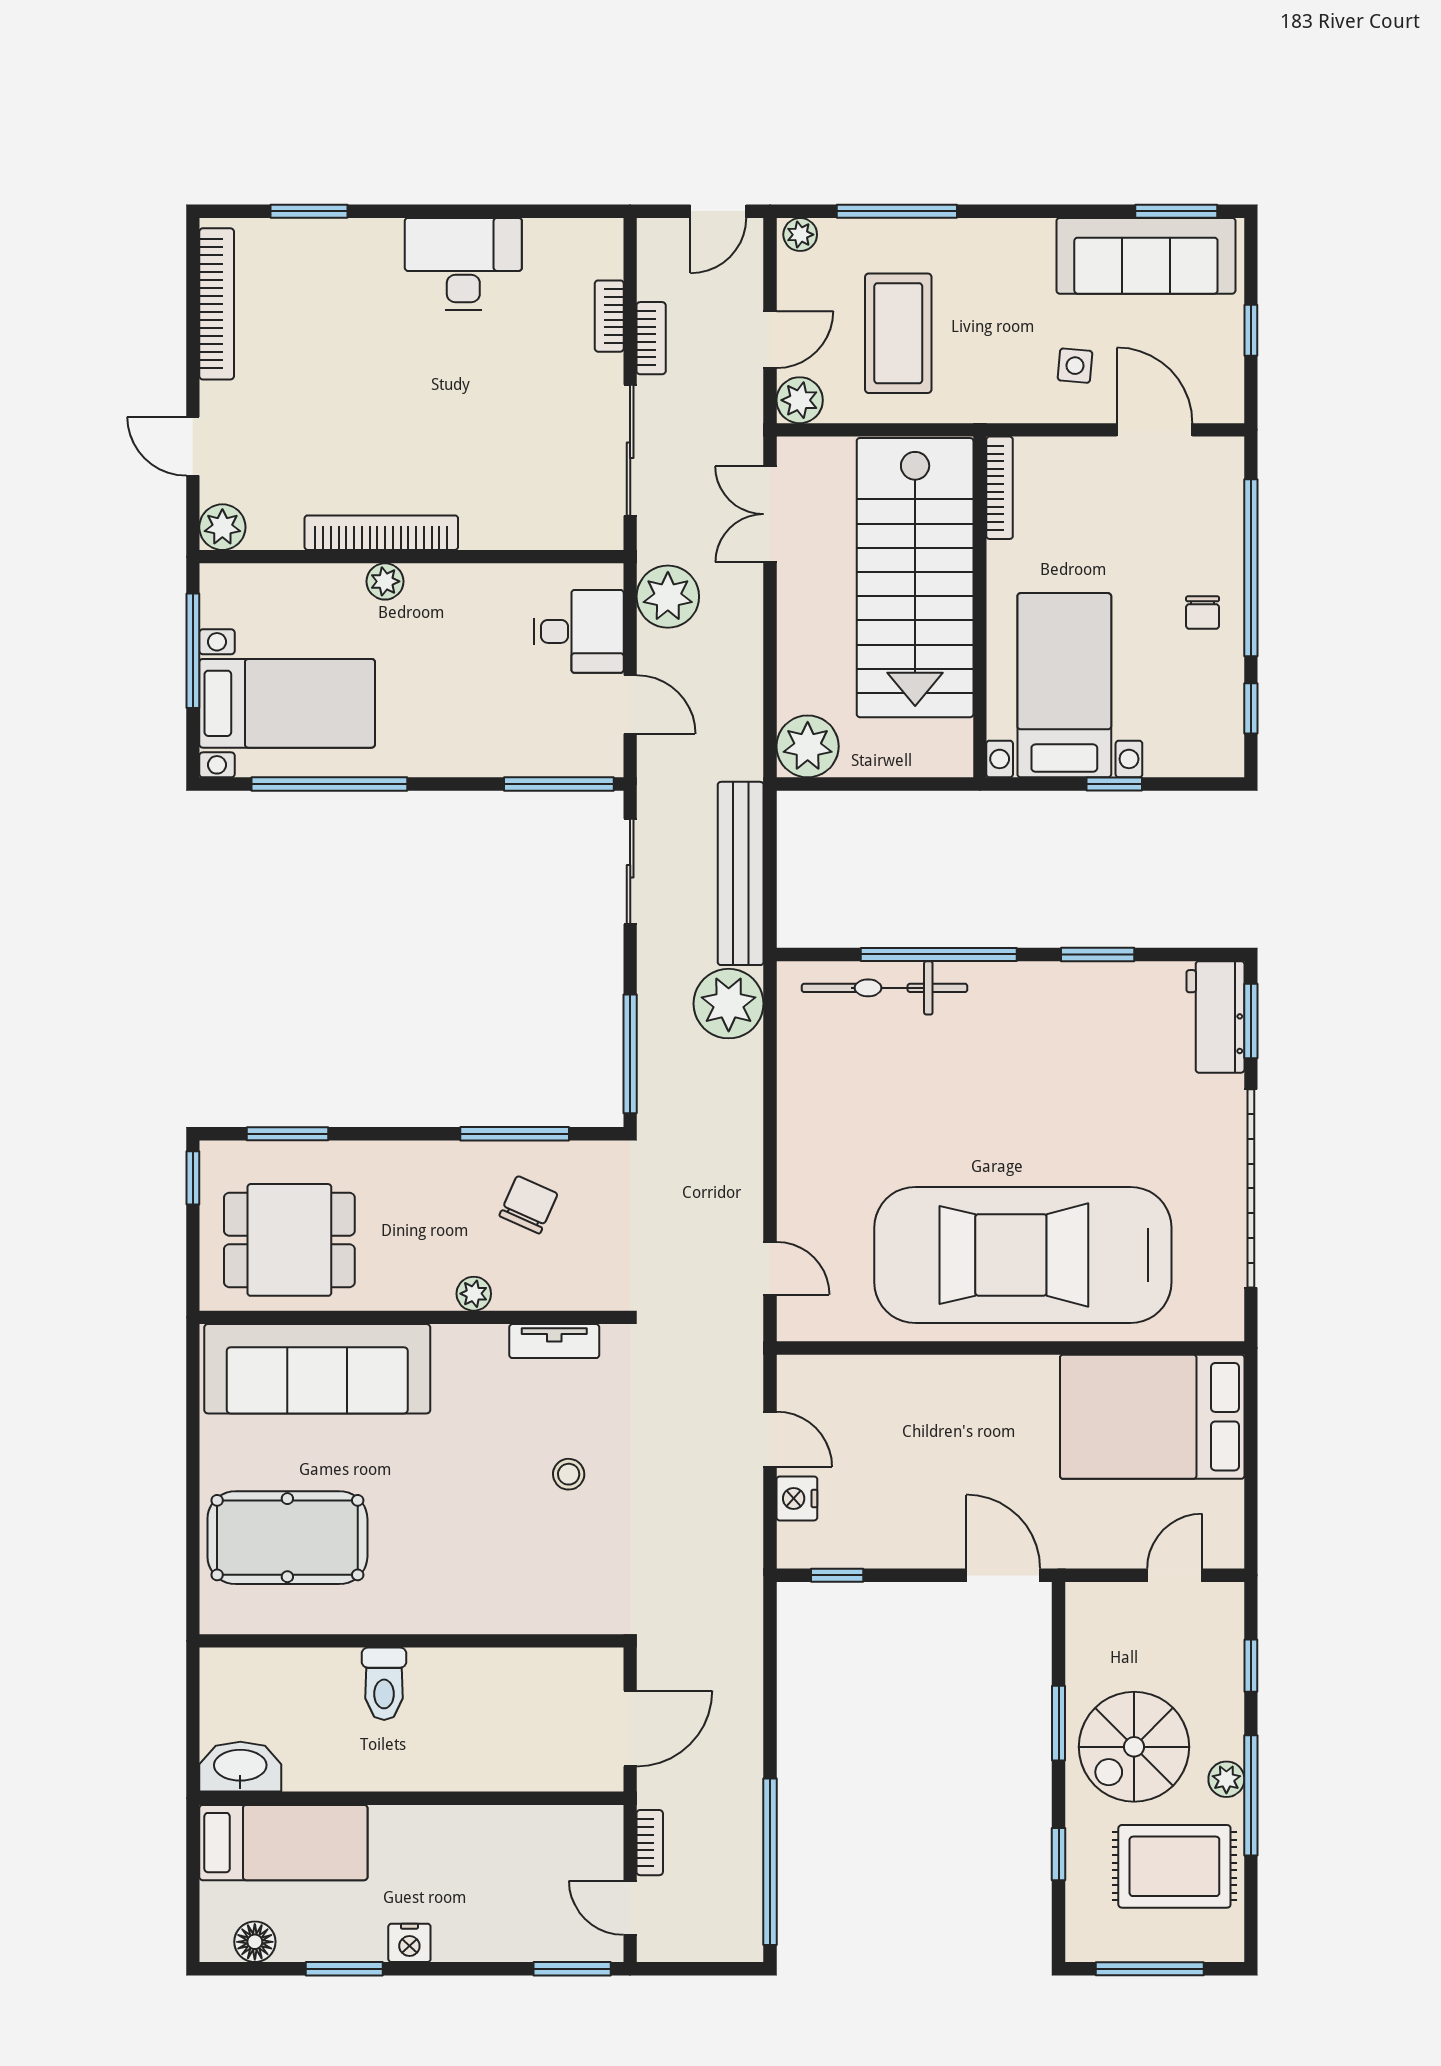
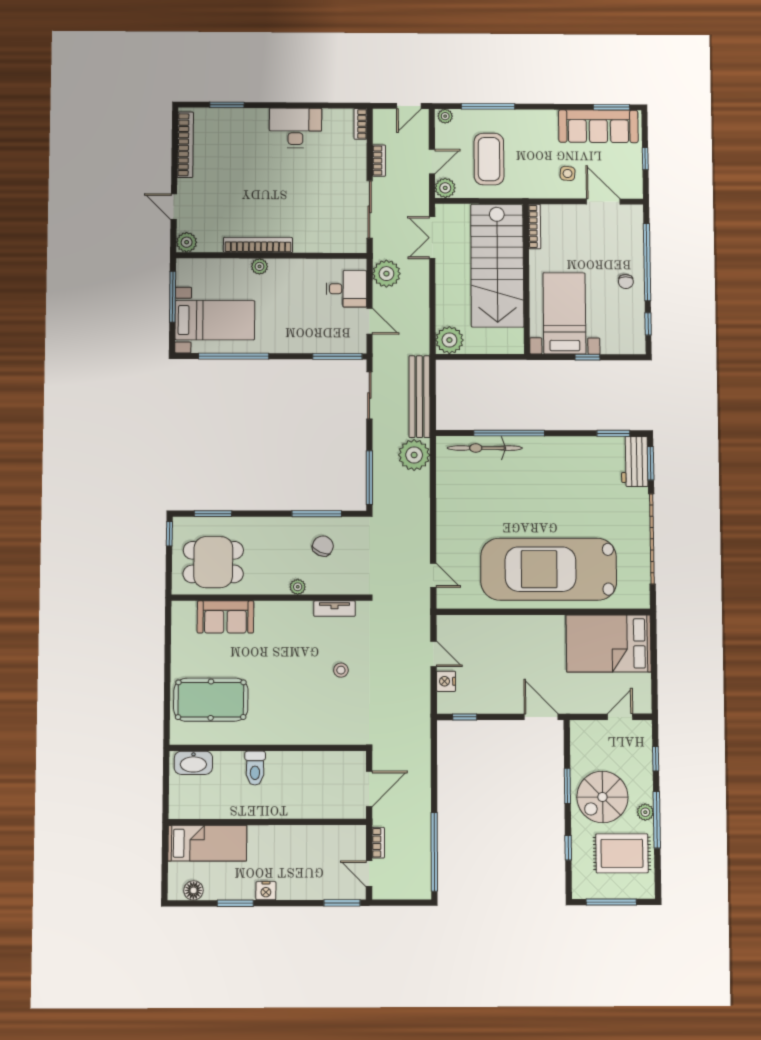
bookcase: (609, 316) -> (360, 124), moved
window: (1098, 954) -> (613, 433), moved
sofa: (317, 1369) -> (226, 617), width x0.54, depth x0.79
washbasin: (240, 1767) -> (193, 763), moved, turned 180

